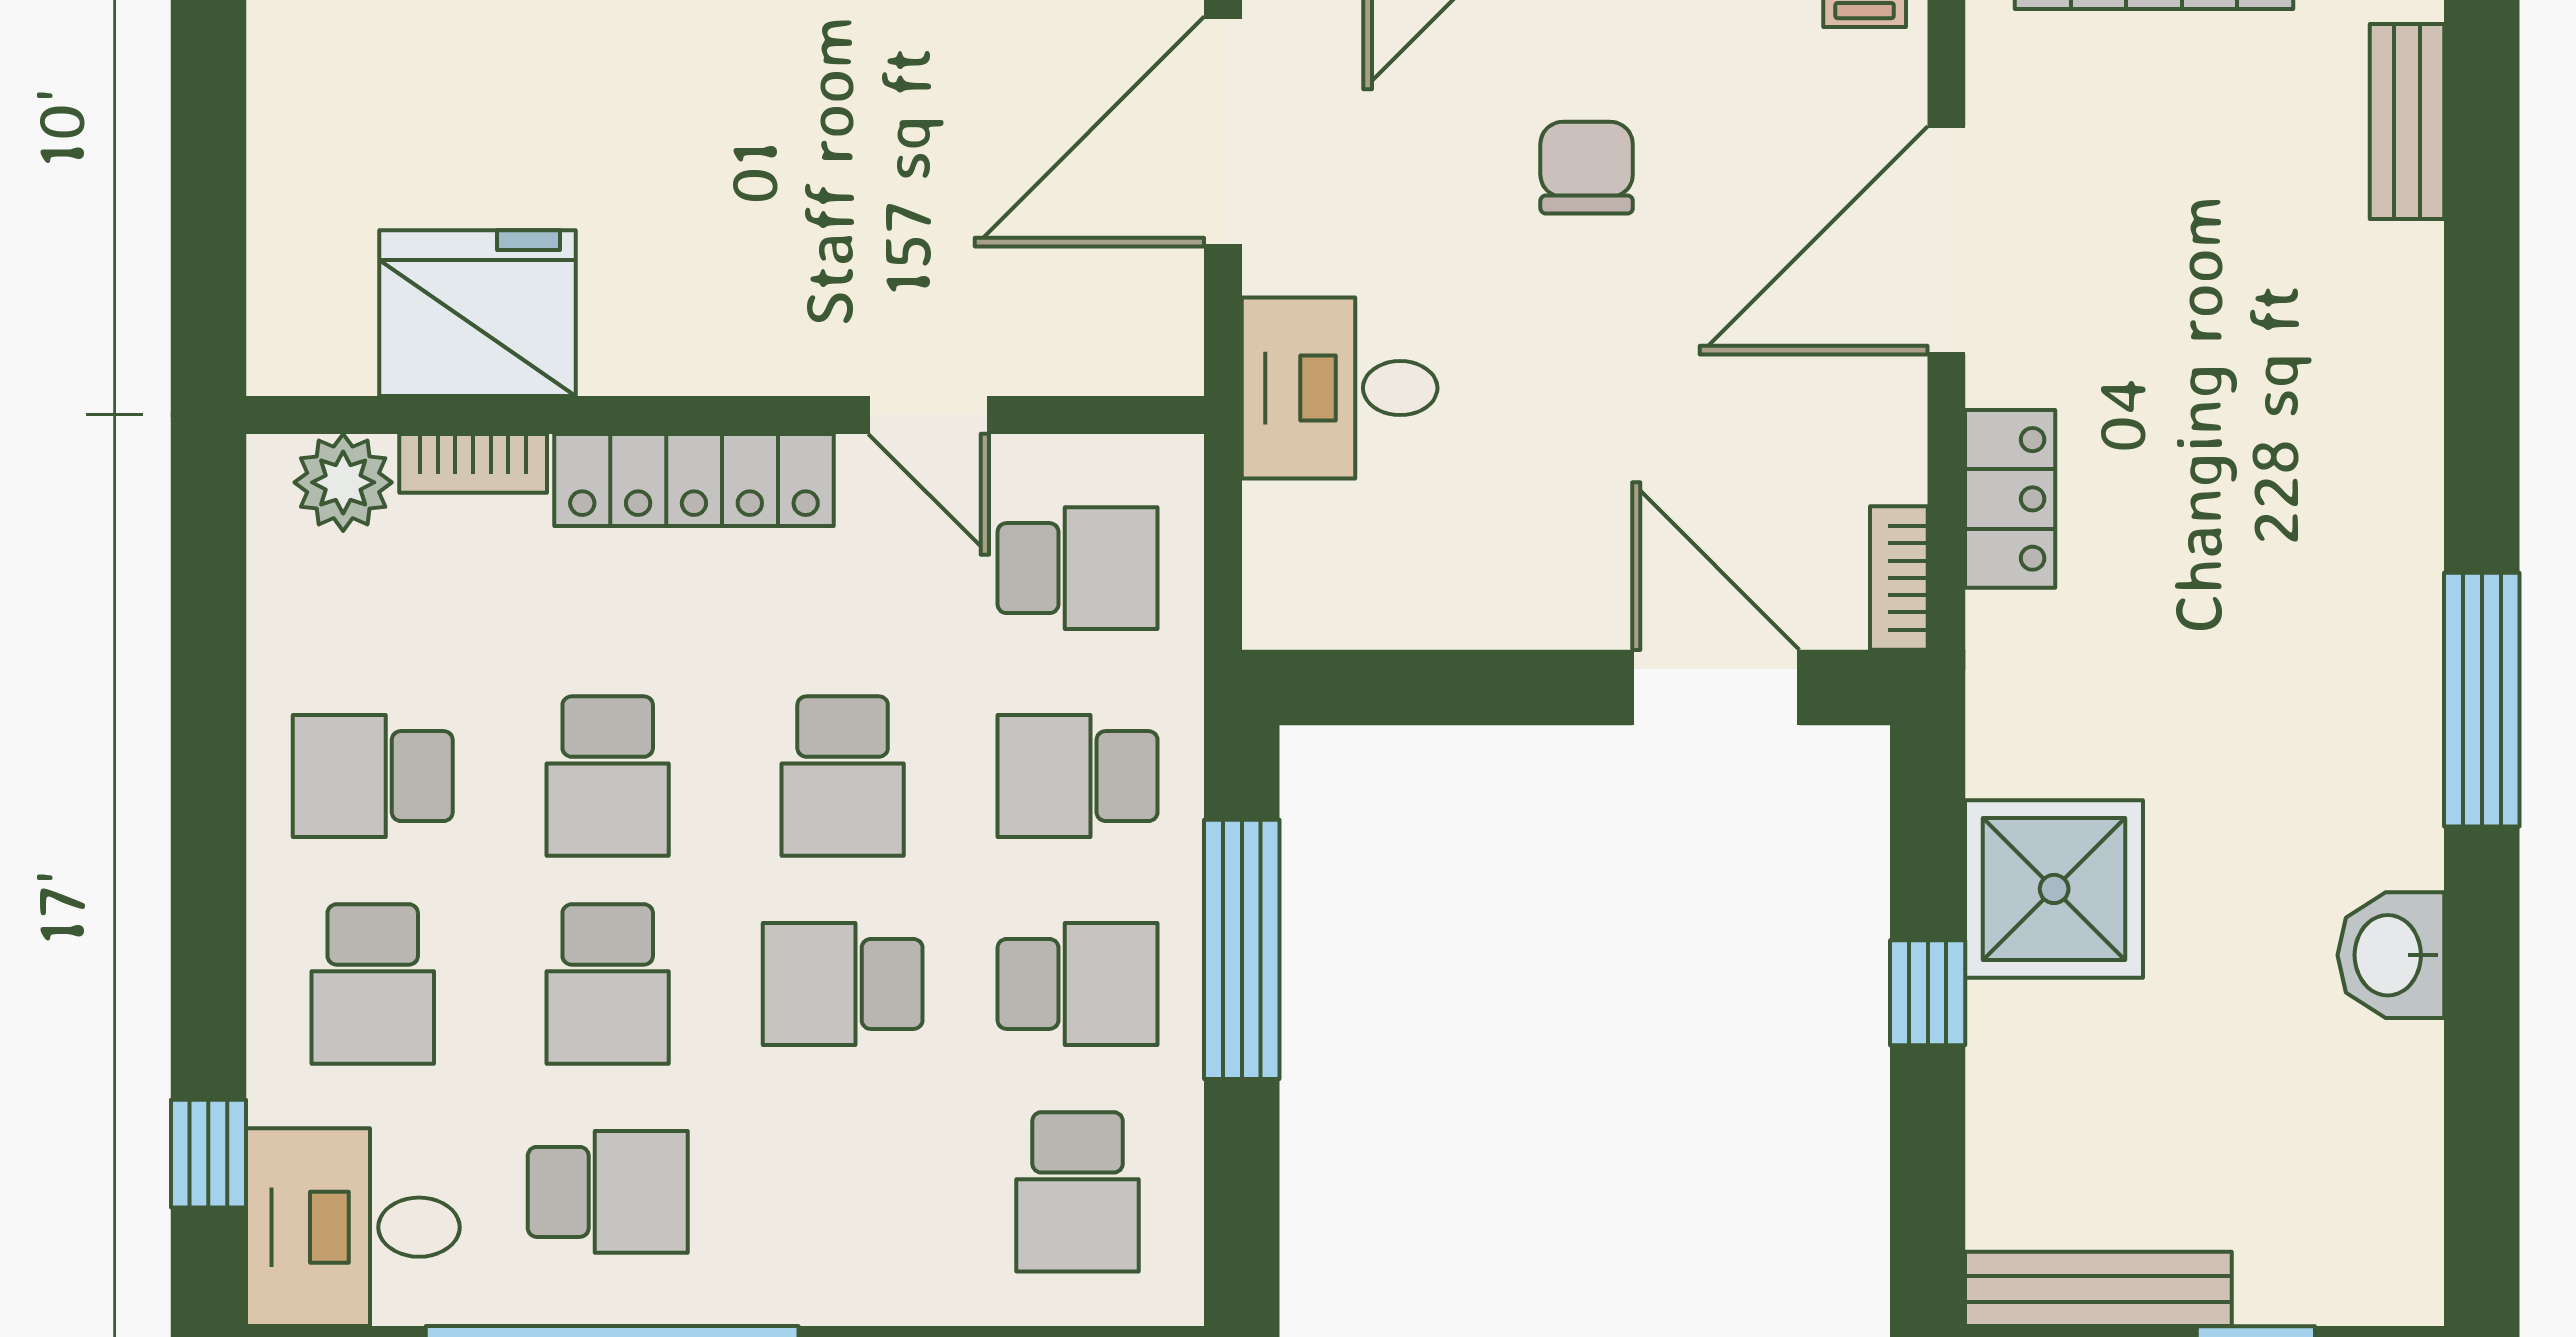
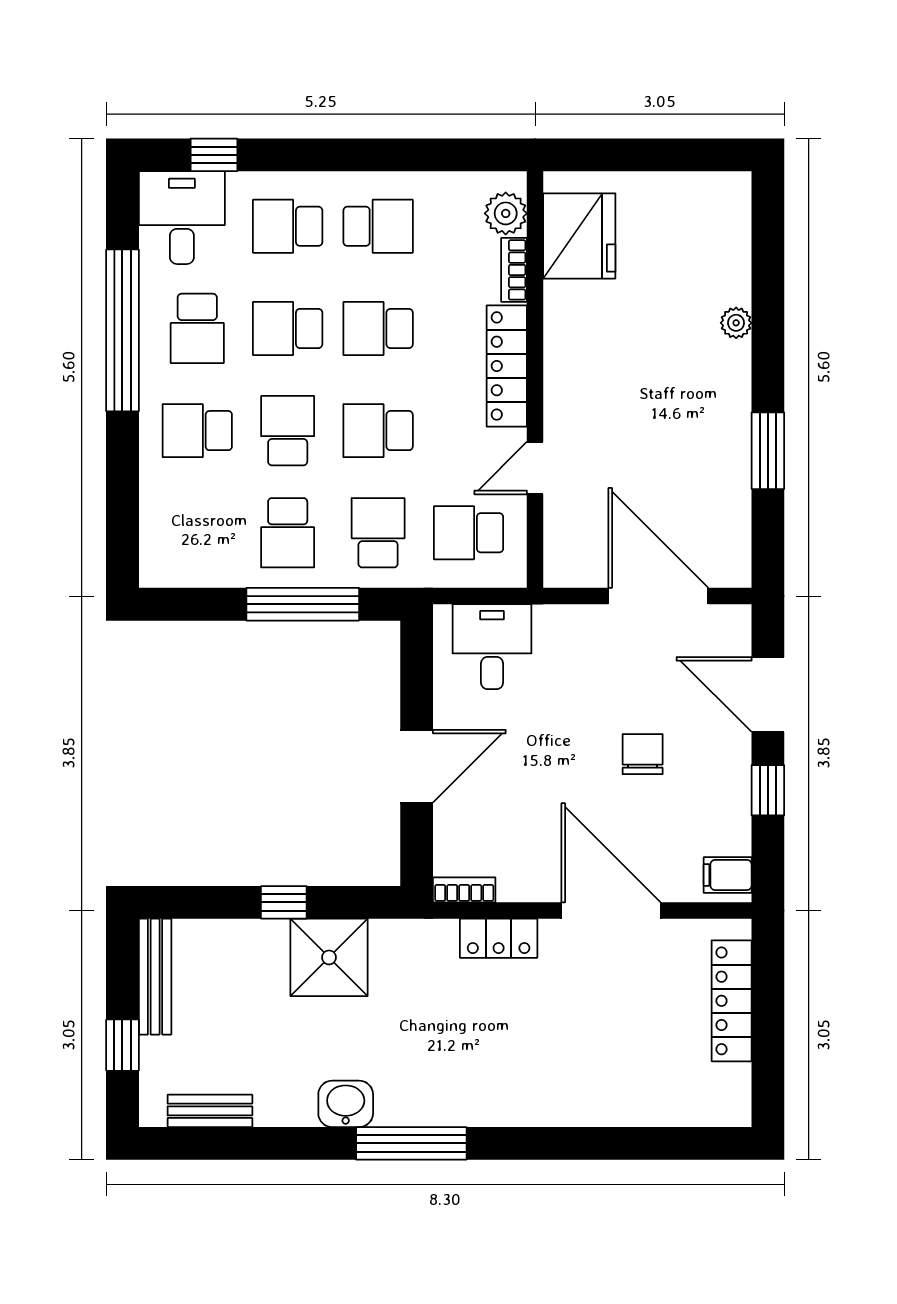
bench: (2407, 121) -> (210, 1111), moved
chair: (1587, 168) -> (643, 754), turned -90
fridge: (478, 313) -> (579, 236), moved
desk: (1340, 388) -> (492, 647), moved
school desk: (1078, 568) -> (468, 533), turned 90
door: (1716, 687) -> (417, 766), moved
school desk: (373, 776) -> (378, 226), turned 90
washbasin: (2391, 955) -> (346, 1104), moved
school desk: (1078, 1192) -> (197, 431), moved

